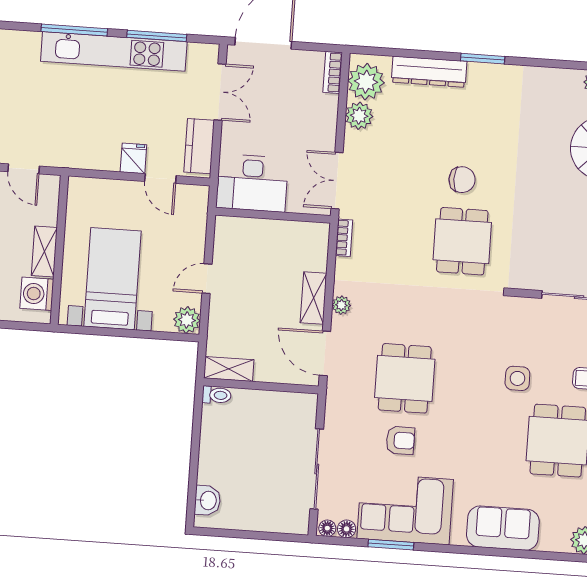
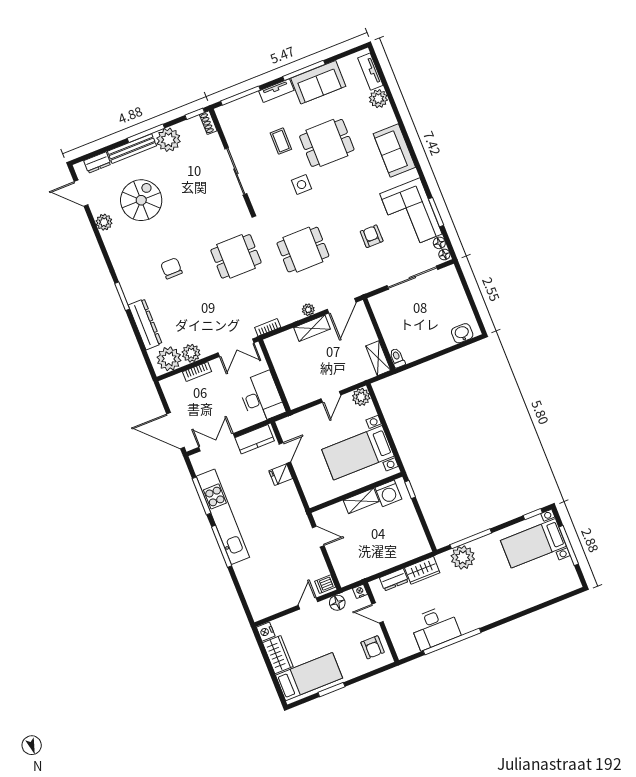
bookcase: (333, 72) -> (197, 372), moved
door: (24, 169) -> (318, 537), hinge flipped
chair: (462, 180) -> (171, 268), moved
door: (207, 279) -> (331, 397), hinge flipped
window: (28, 326) -> (410, 489), added
dining table: (405, 378) -> (303, 250), moved

